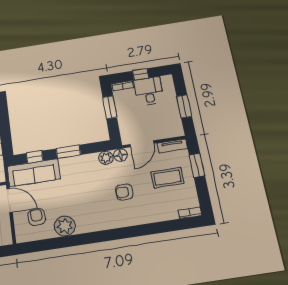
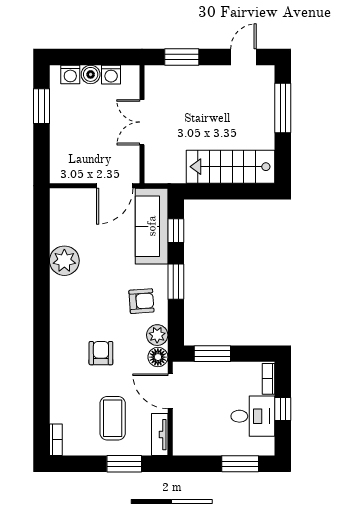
window: (184, 106) -> (240, 464), moved
window: (110, 107) -> (212, 354), moved
armchair: (37, 217) -> (141, 301), moved

